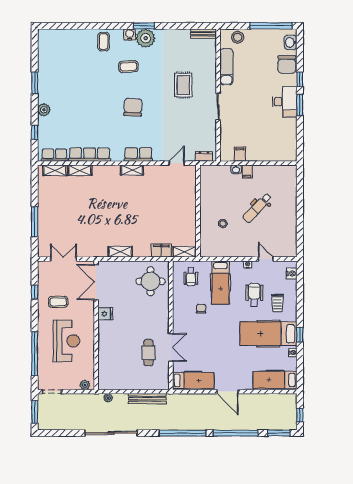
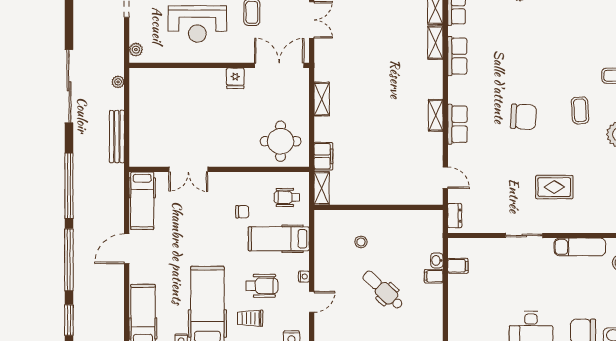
row of seats: (89, 155) -> (457, 56), width x0.68
cafe table: (148, 353) -> (181, 138), removed

